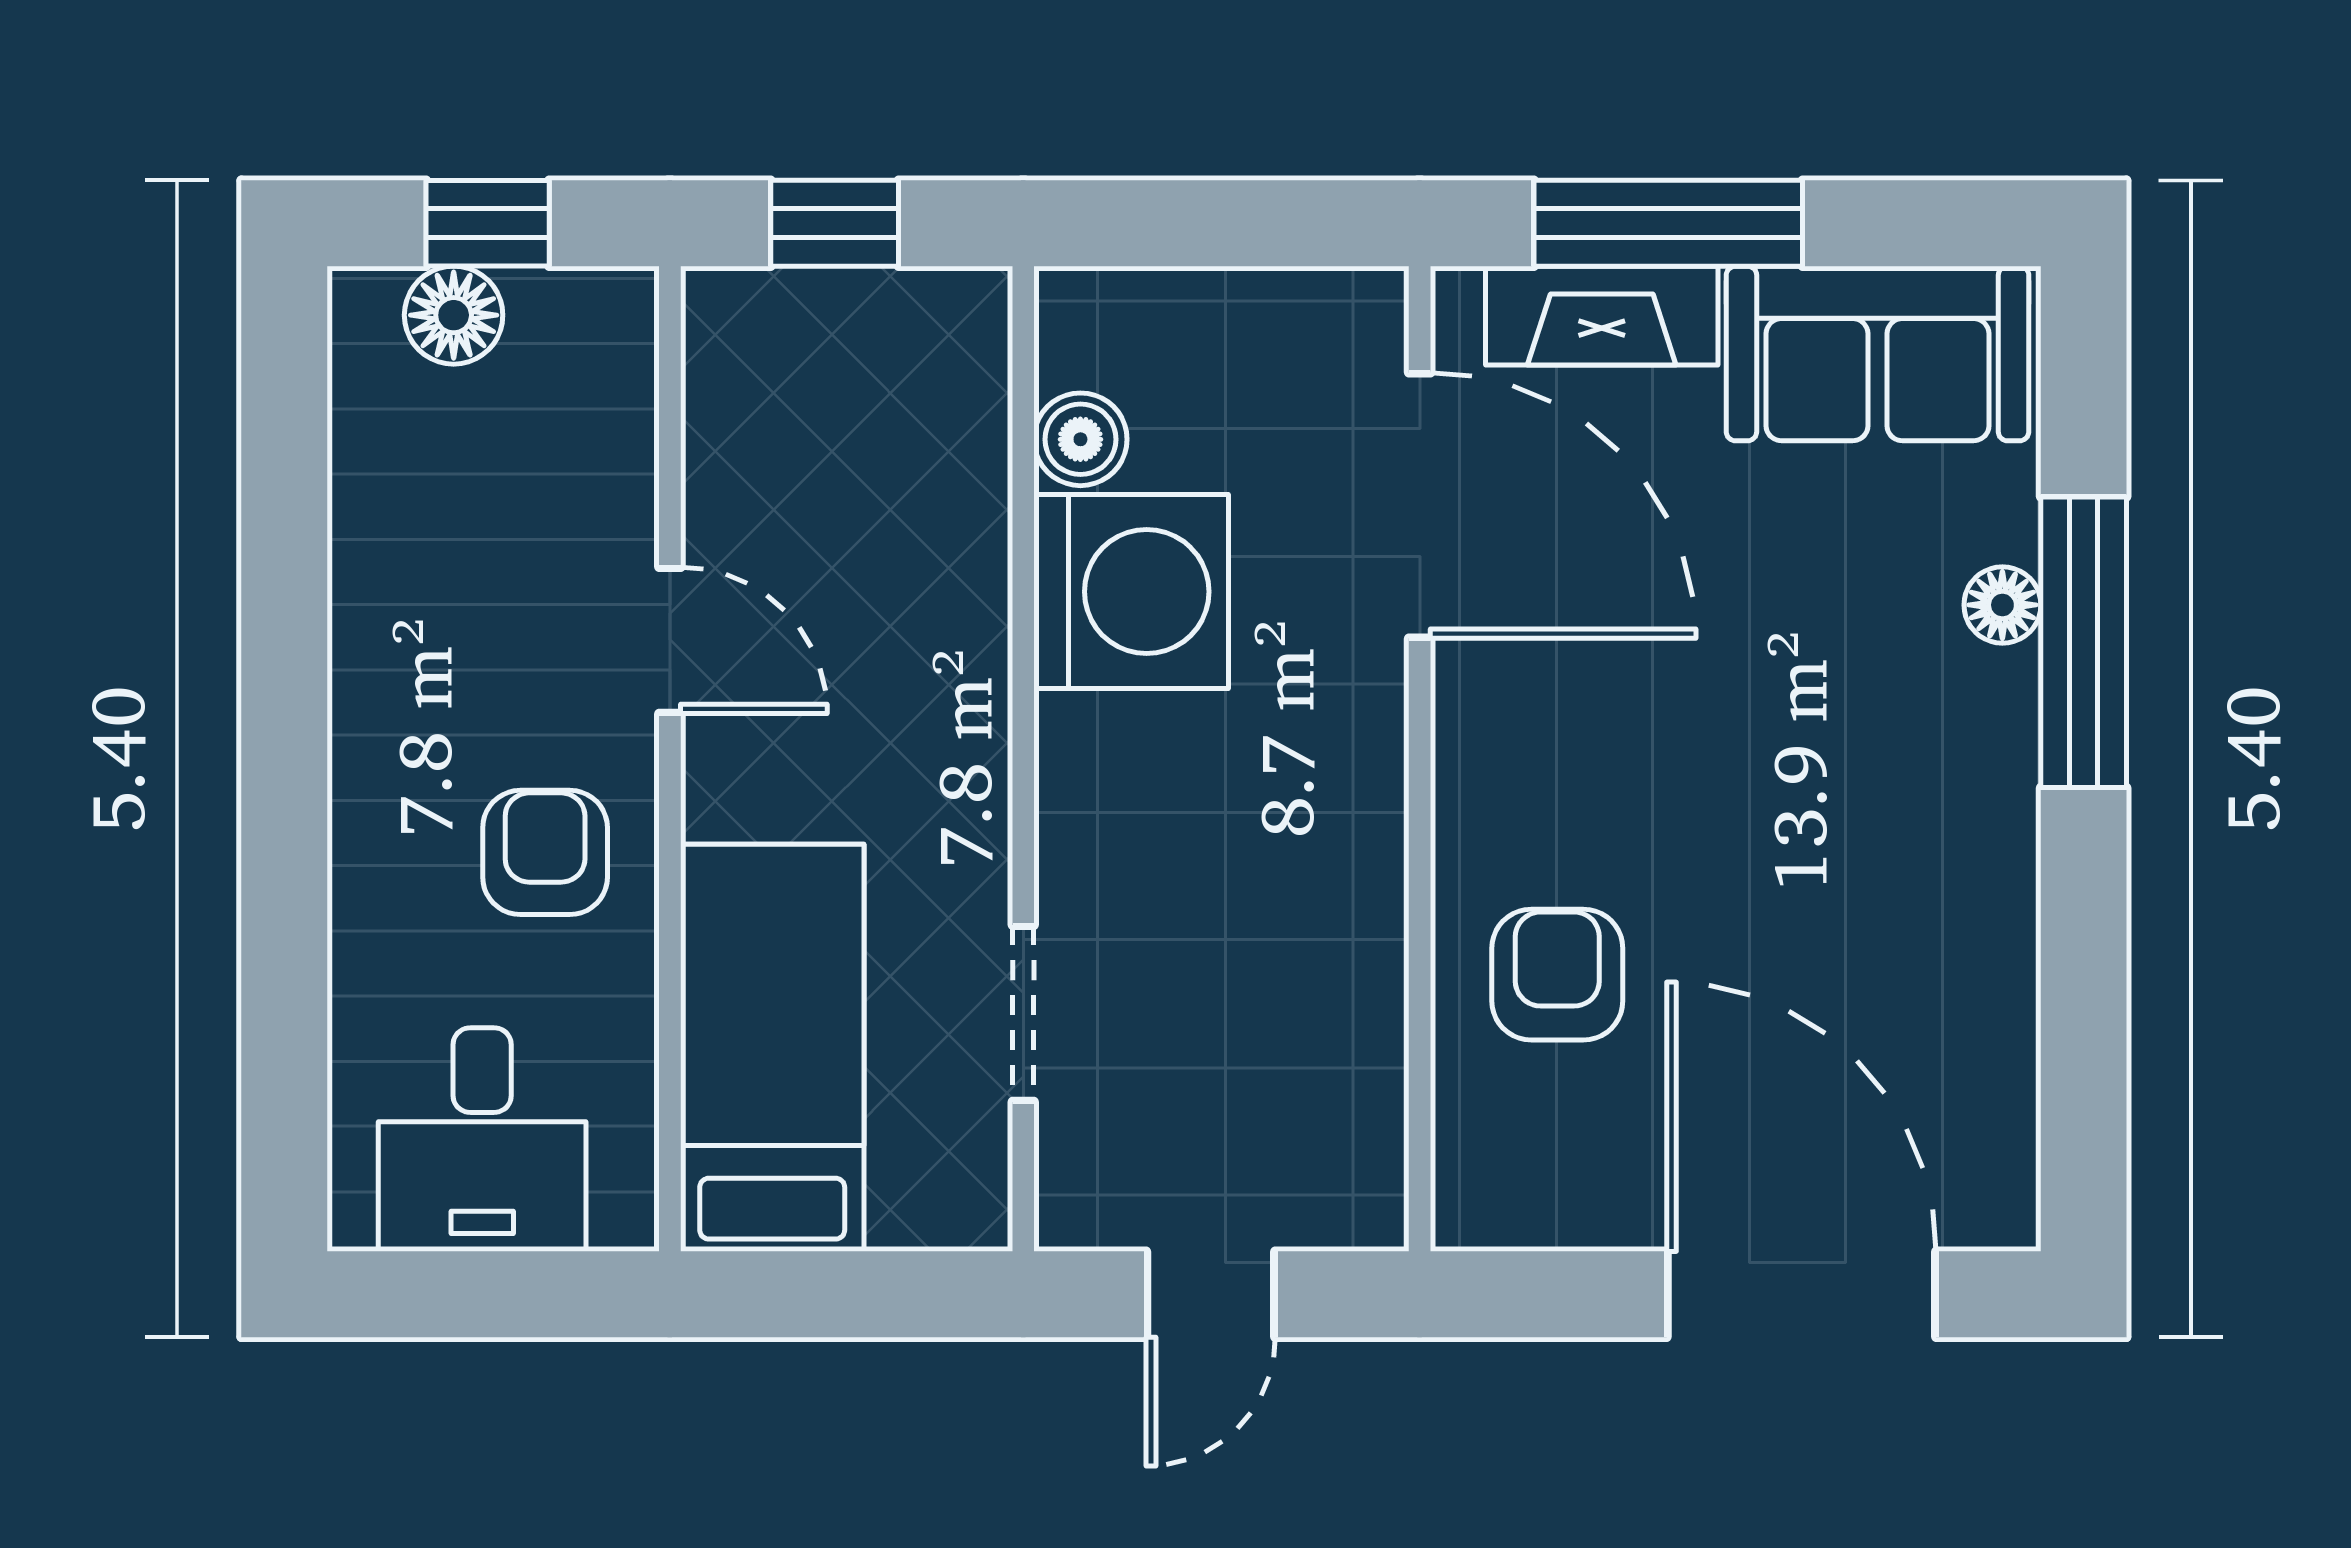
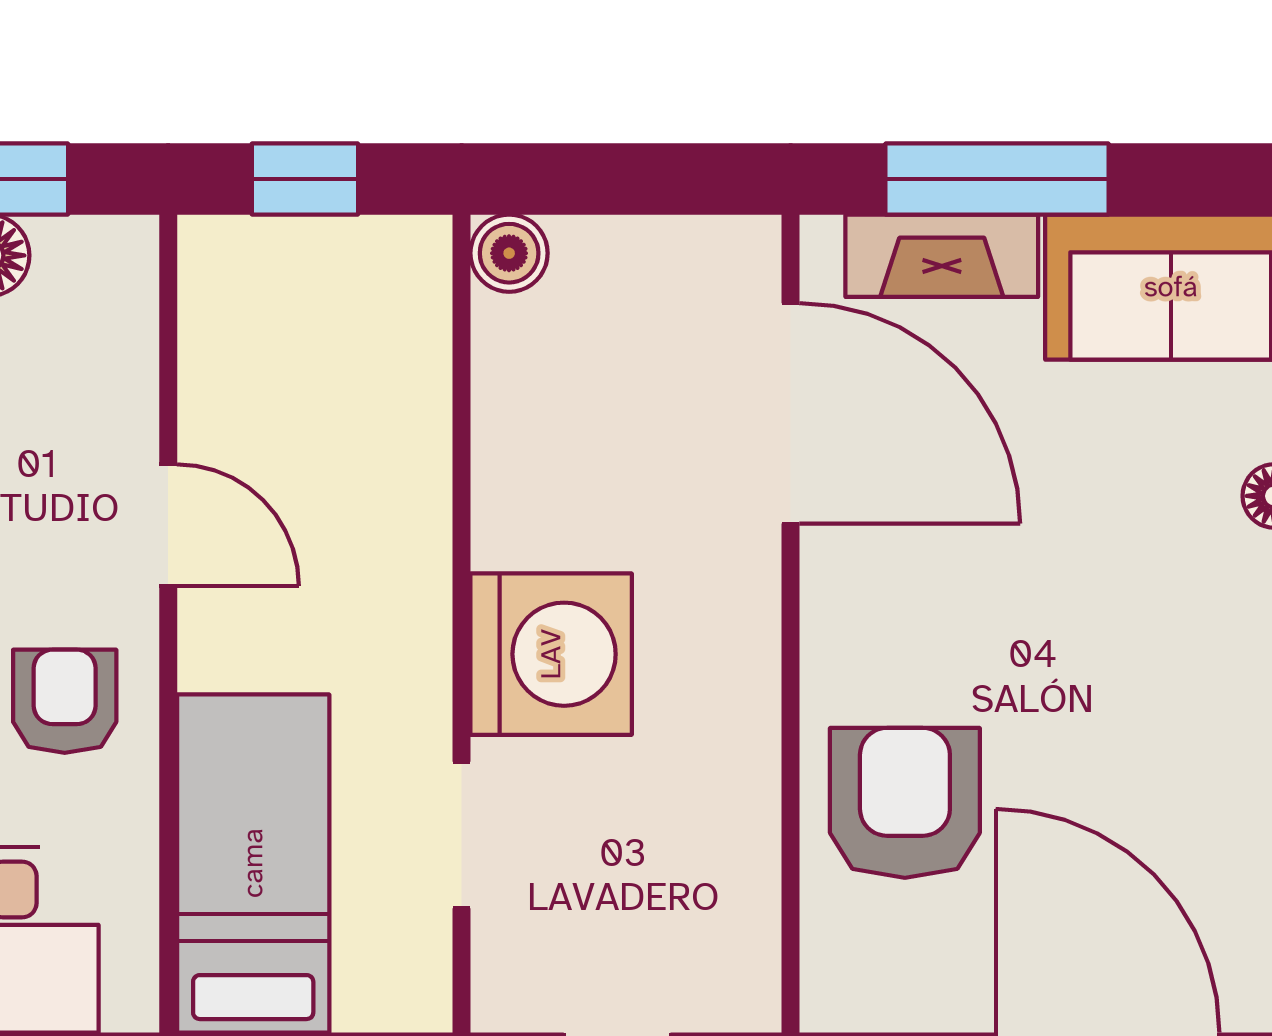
boiler: (1080, 439) -> (509, 253), moved
washing machine: (1131, 592) -> (551, 654), moved
armchair: (1557, 975) -> (905, 803), width x1.38, depth x1.38

